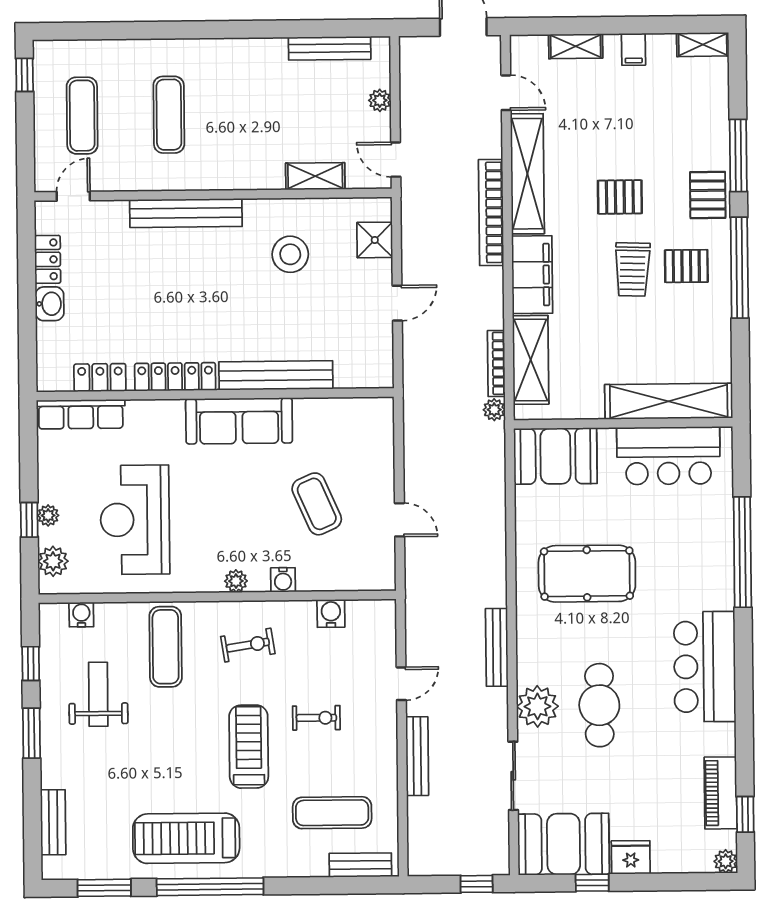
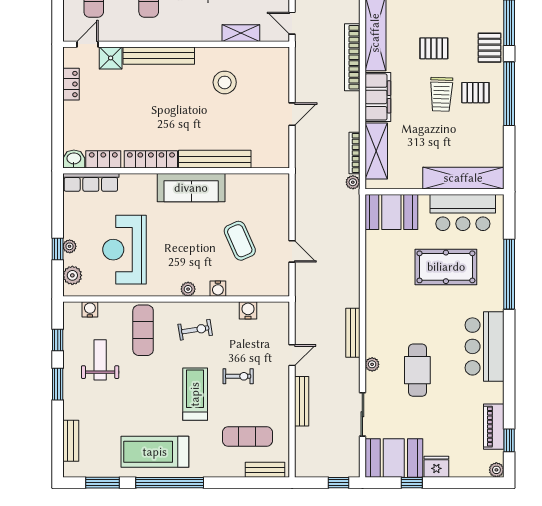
shower: (375, 240) -> (111, 58), moved
washbasin: (50, 304) -> (74, 159), moved, turned -90
pool table: (587, 574) -> (446, 267), moved
plant: (537, 706) -> (372, 364), width x0.53, depth x0.53

